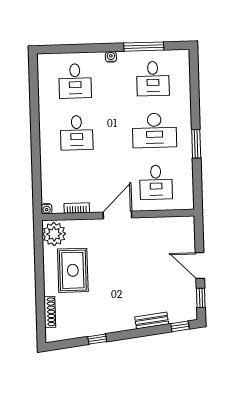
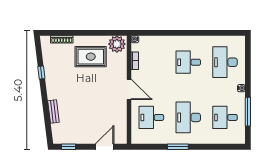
desk: (75, 81) -> (225, 62), width x1.37
door: (200, 266) -> (105, 147), moved
window: (180, 326) -> (49, 131), removed

